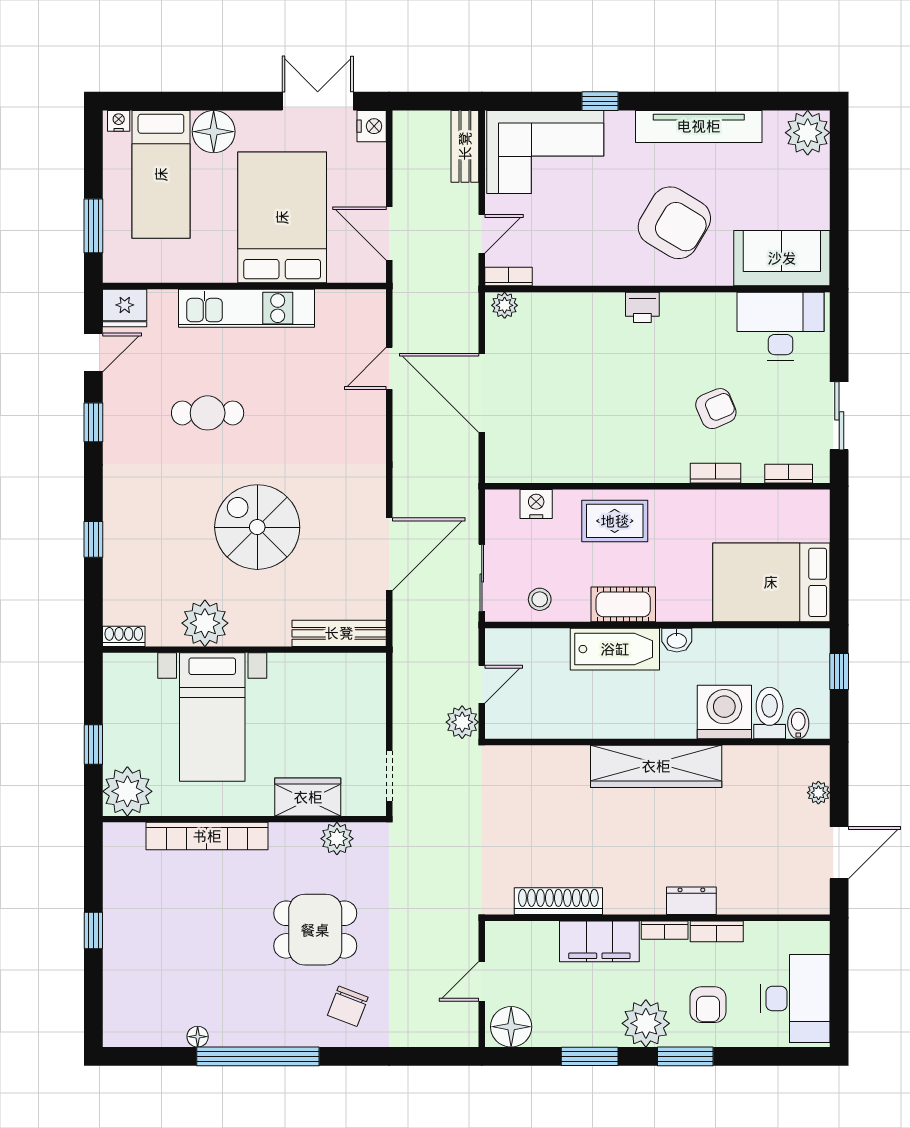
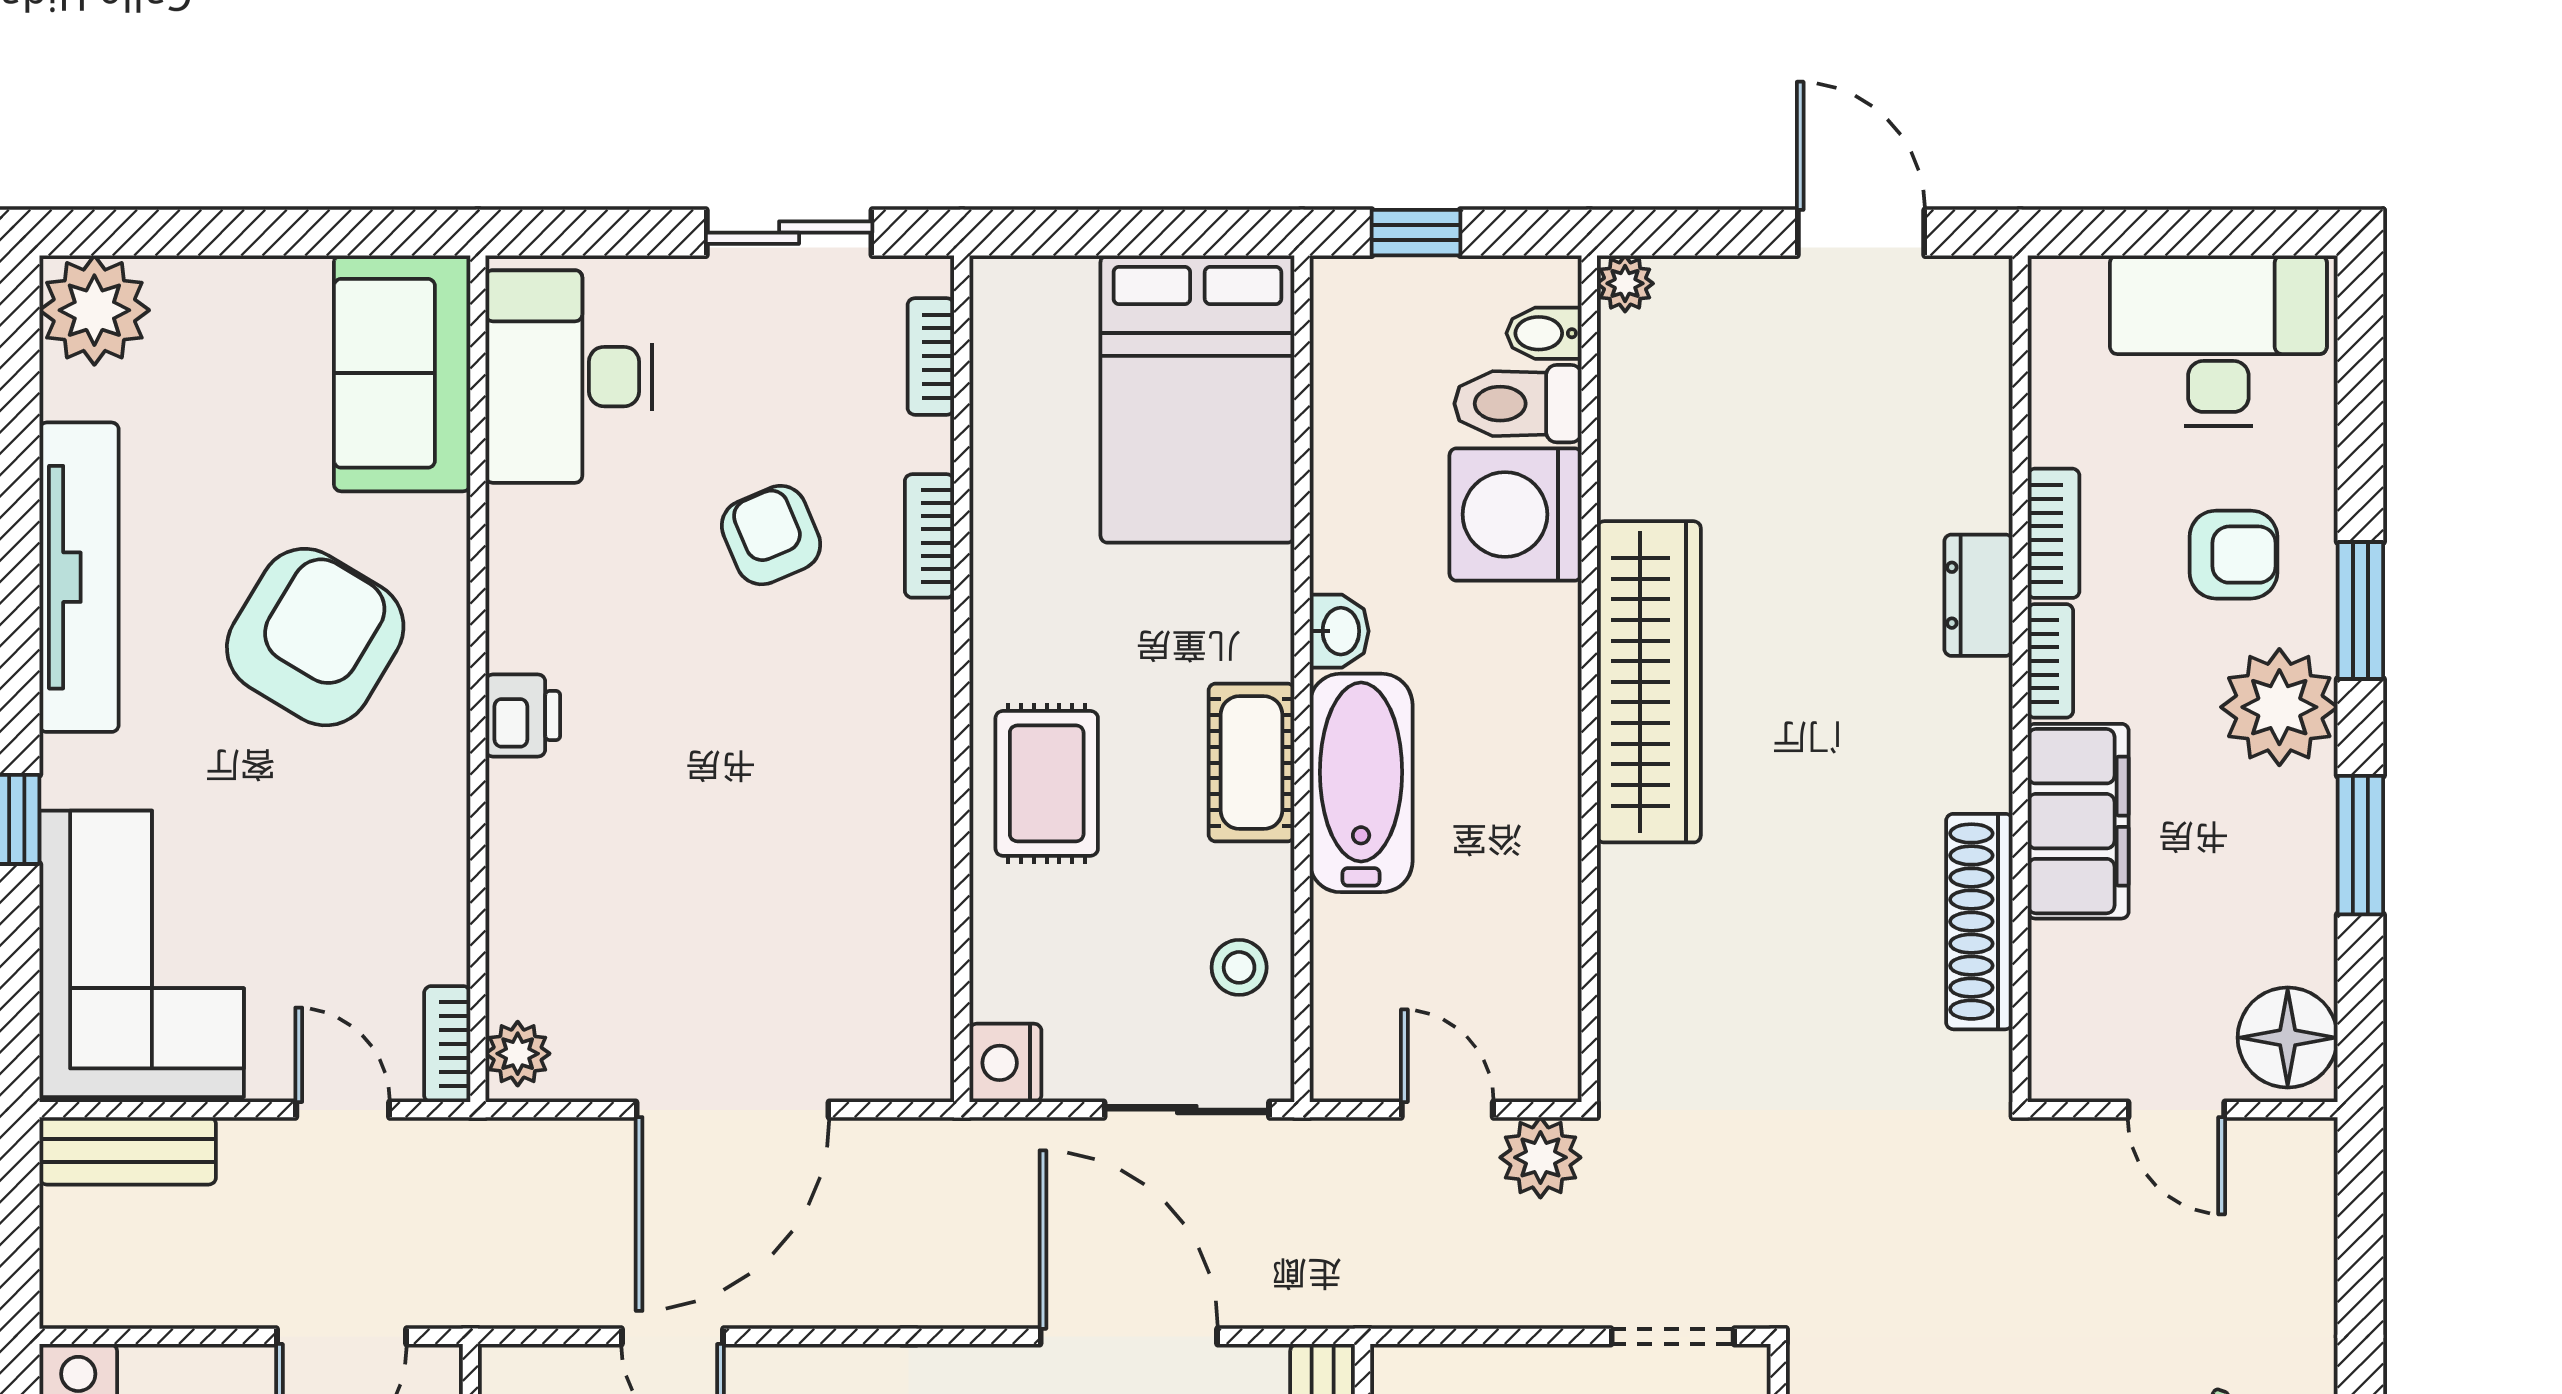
nightstand: (536, 504) -> (1005, 1063), moved
plant: (818, 793) -> (1625, 283), moved

